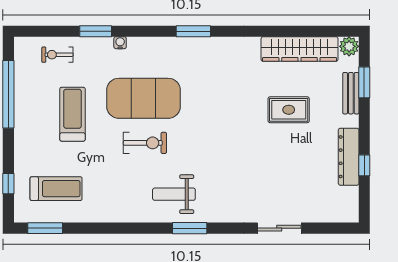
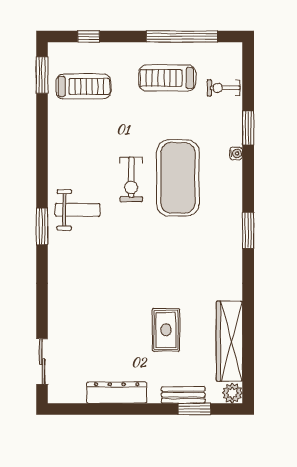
exercise bike: (57, 55) -> (224, 88), turned -90
treadmill: (72, 114) -> (167, 78), moved, turned 180
window: (364, 165) -> (108, 409), removed
treadmill: (56, 189) -> (83, 86), turned -90
weight bench: (174, 194) -> (78, 210), turned 90
sliding door: (279, 228) -> (42, 362), moved

